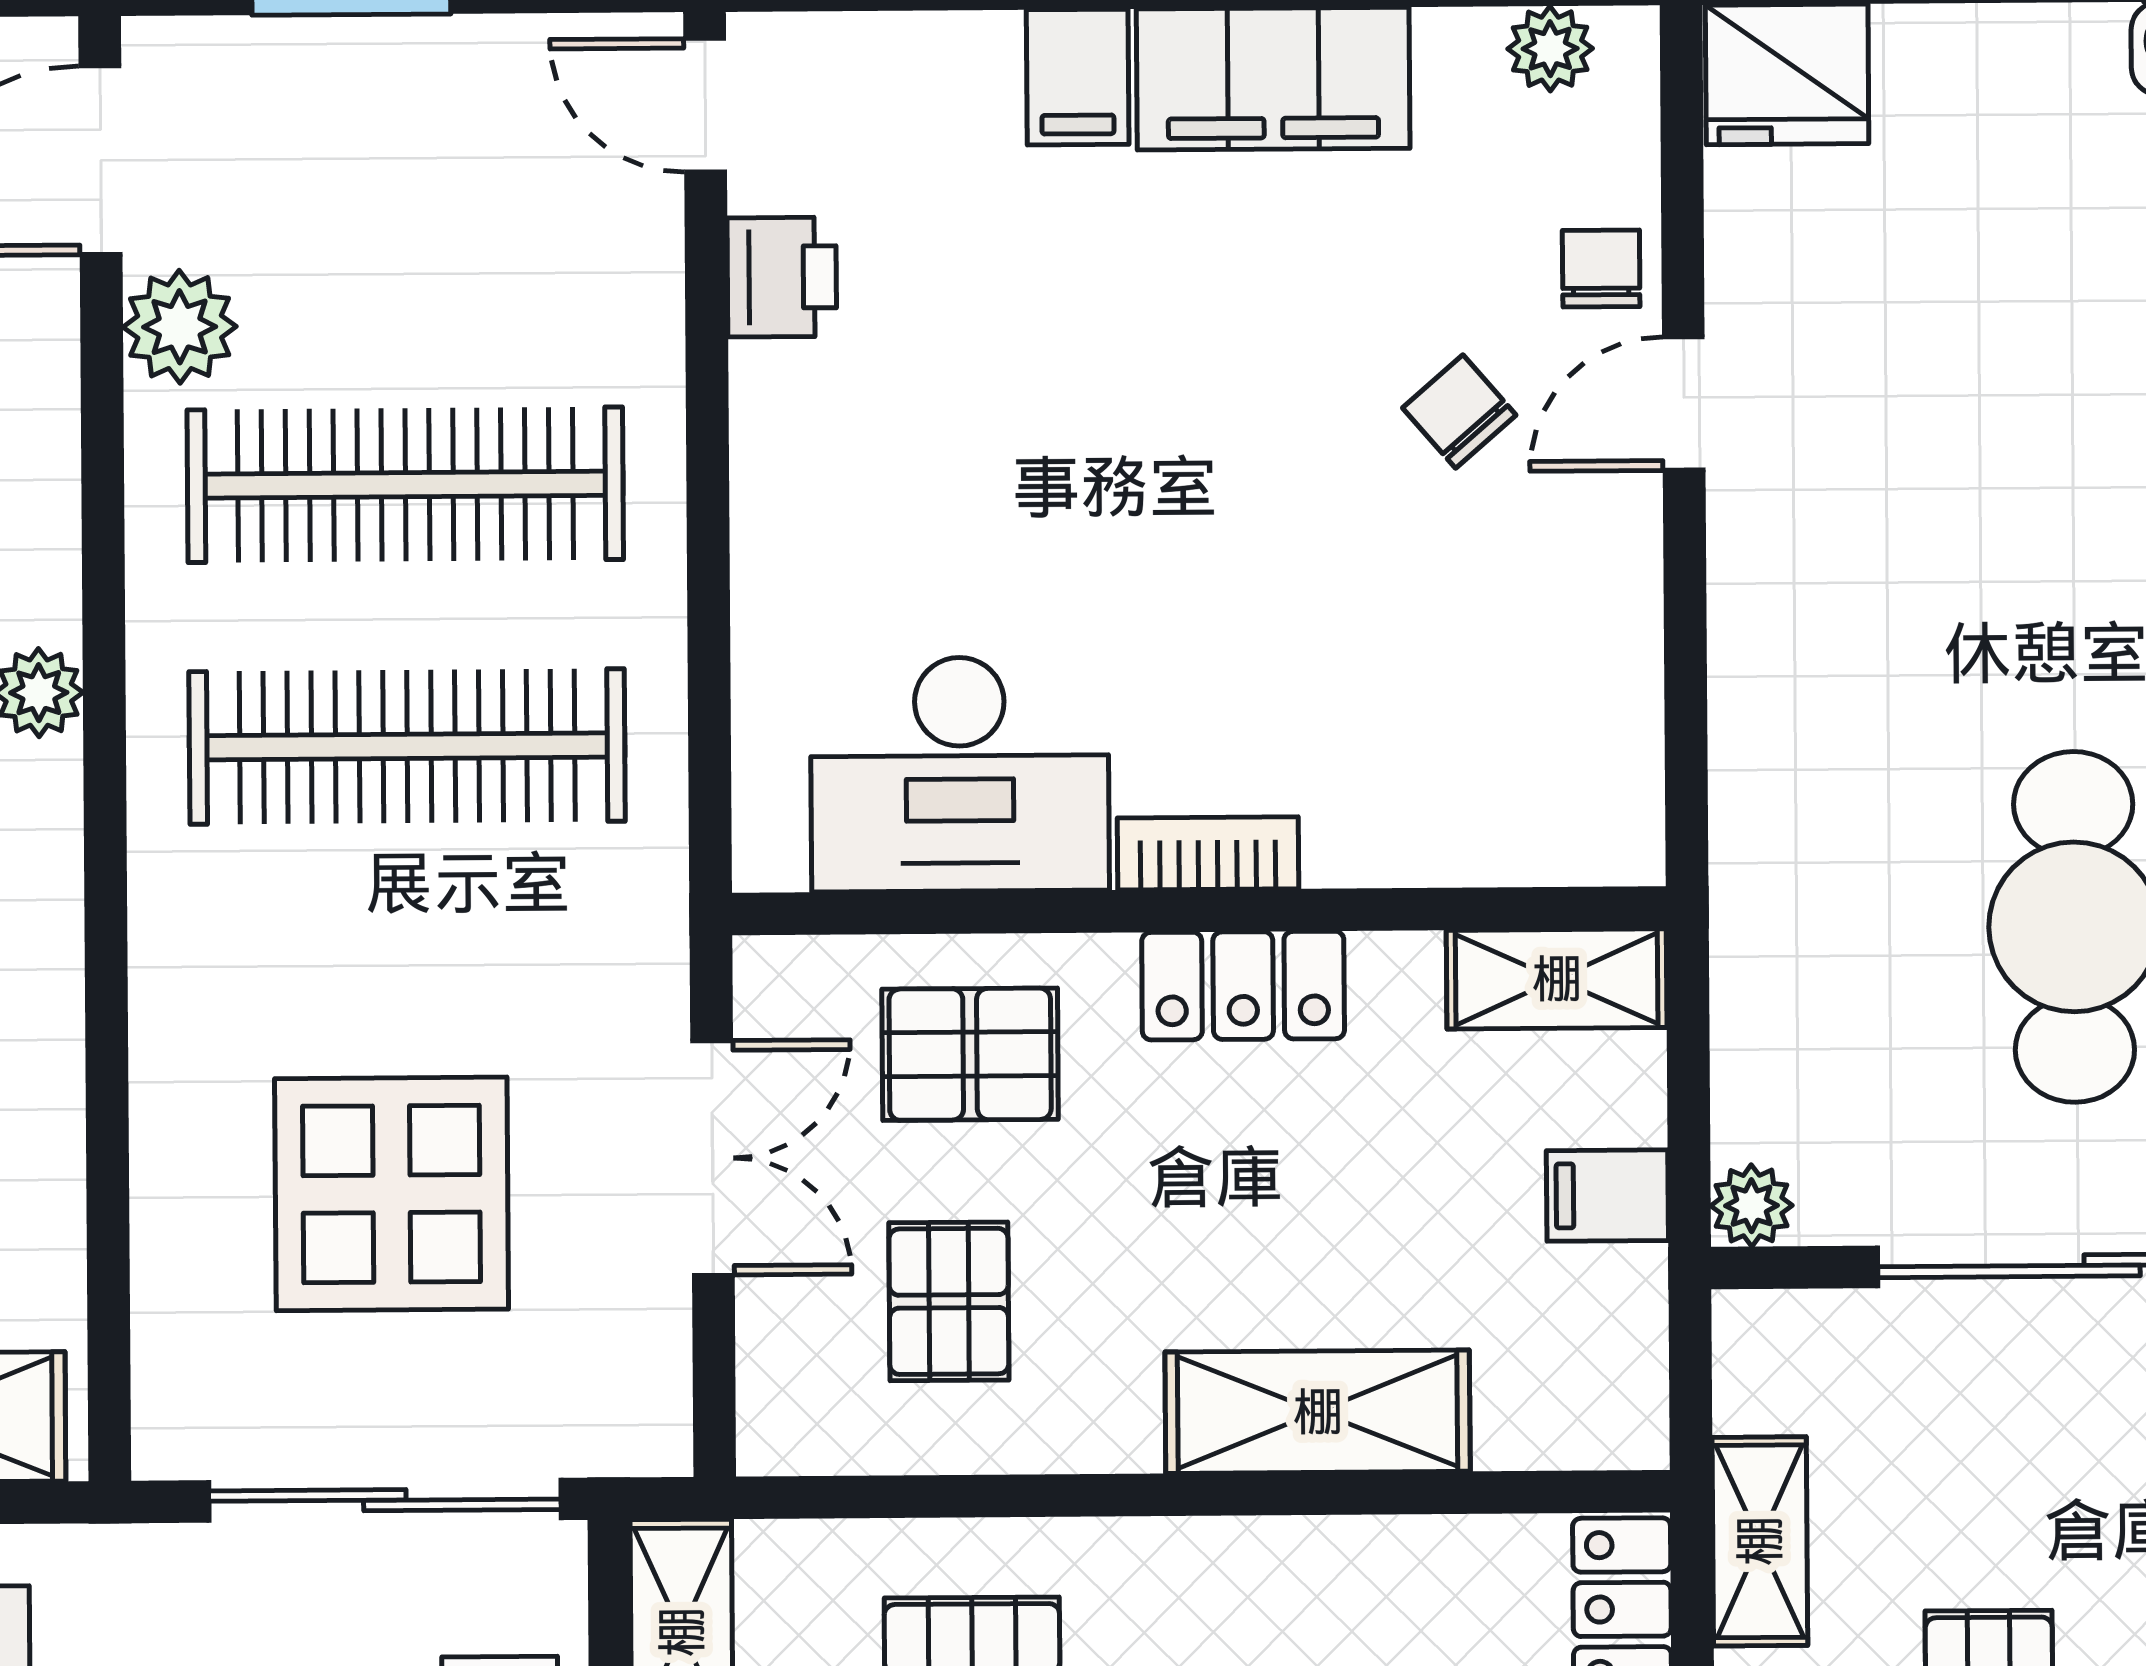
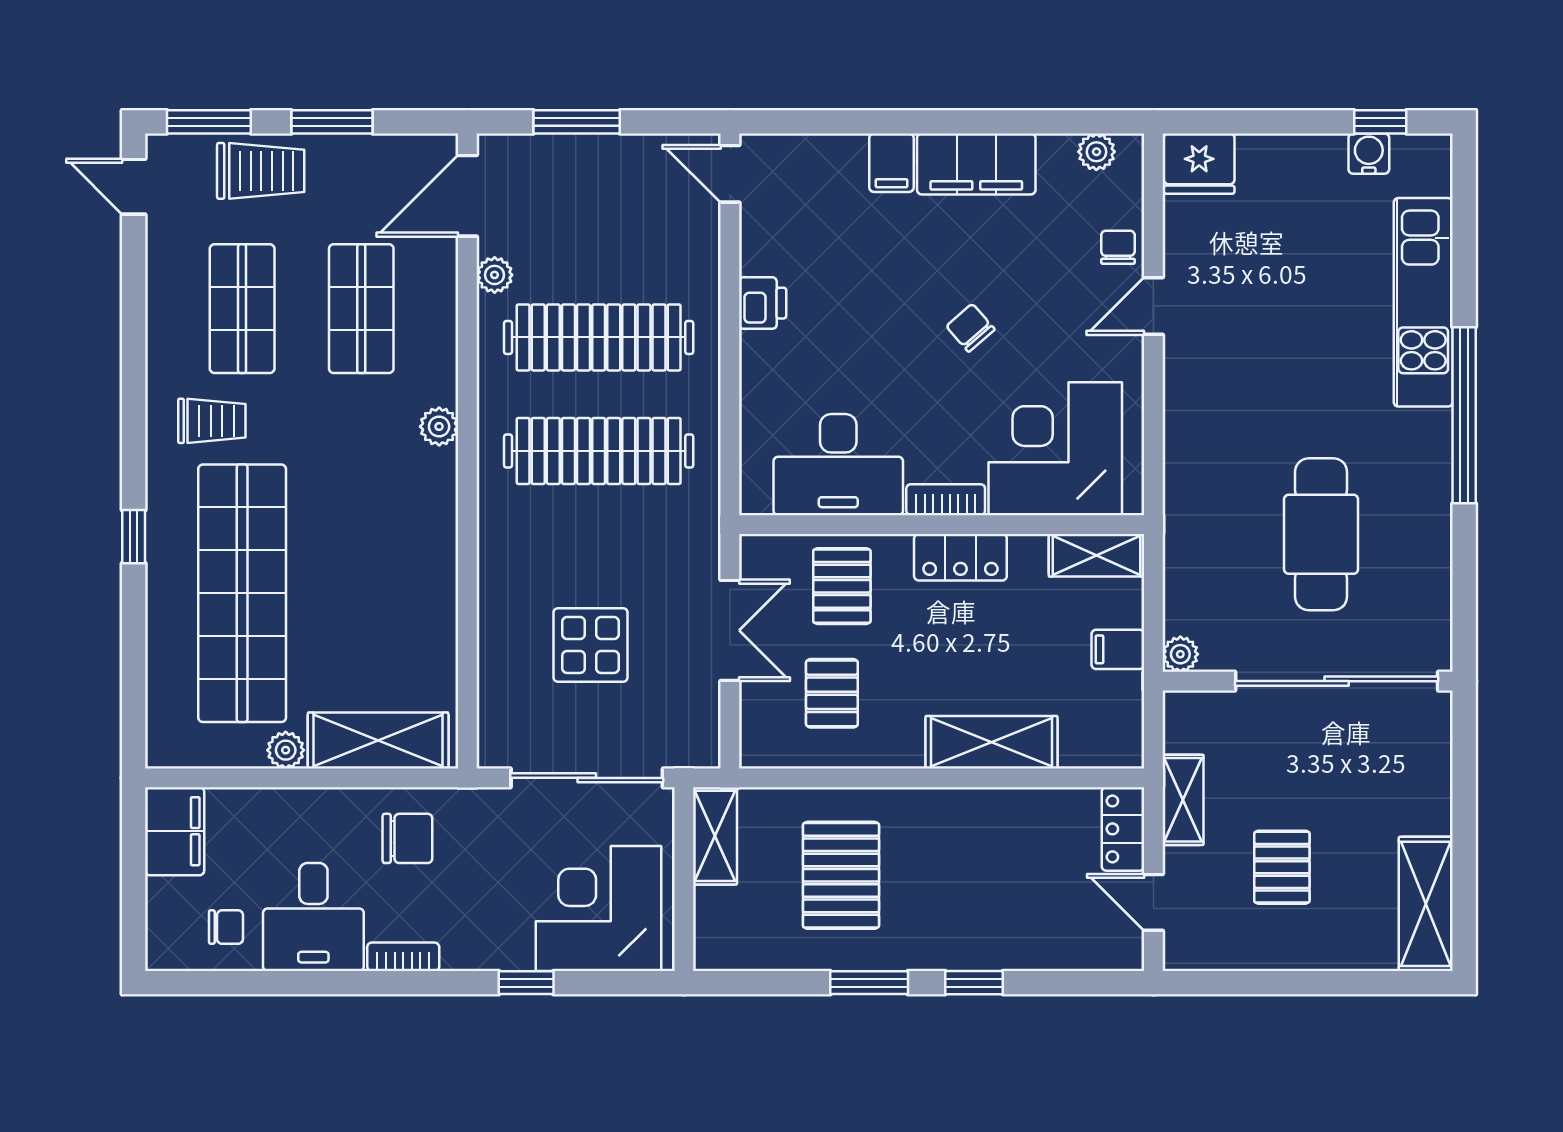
printer: (782, 277) -> (763, 303), moved
plant: (180, 327) -> (495, 275), width x0.73, depth x0.73
chair: (1459, 411) -> (970, 328), moved
corner desk: (1460, 734) -> (1055, 449), added
pallet: (970, 1054) -> (842, 586), turned 90
display table: (392, 1194) -> (591, 645), width x0.73, depth x0.73

